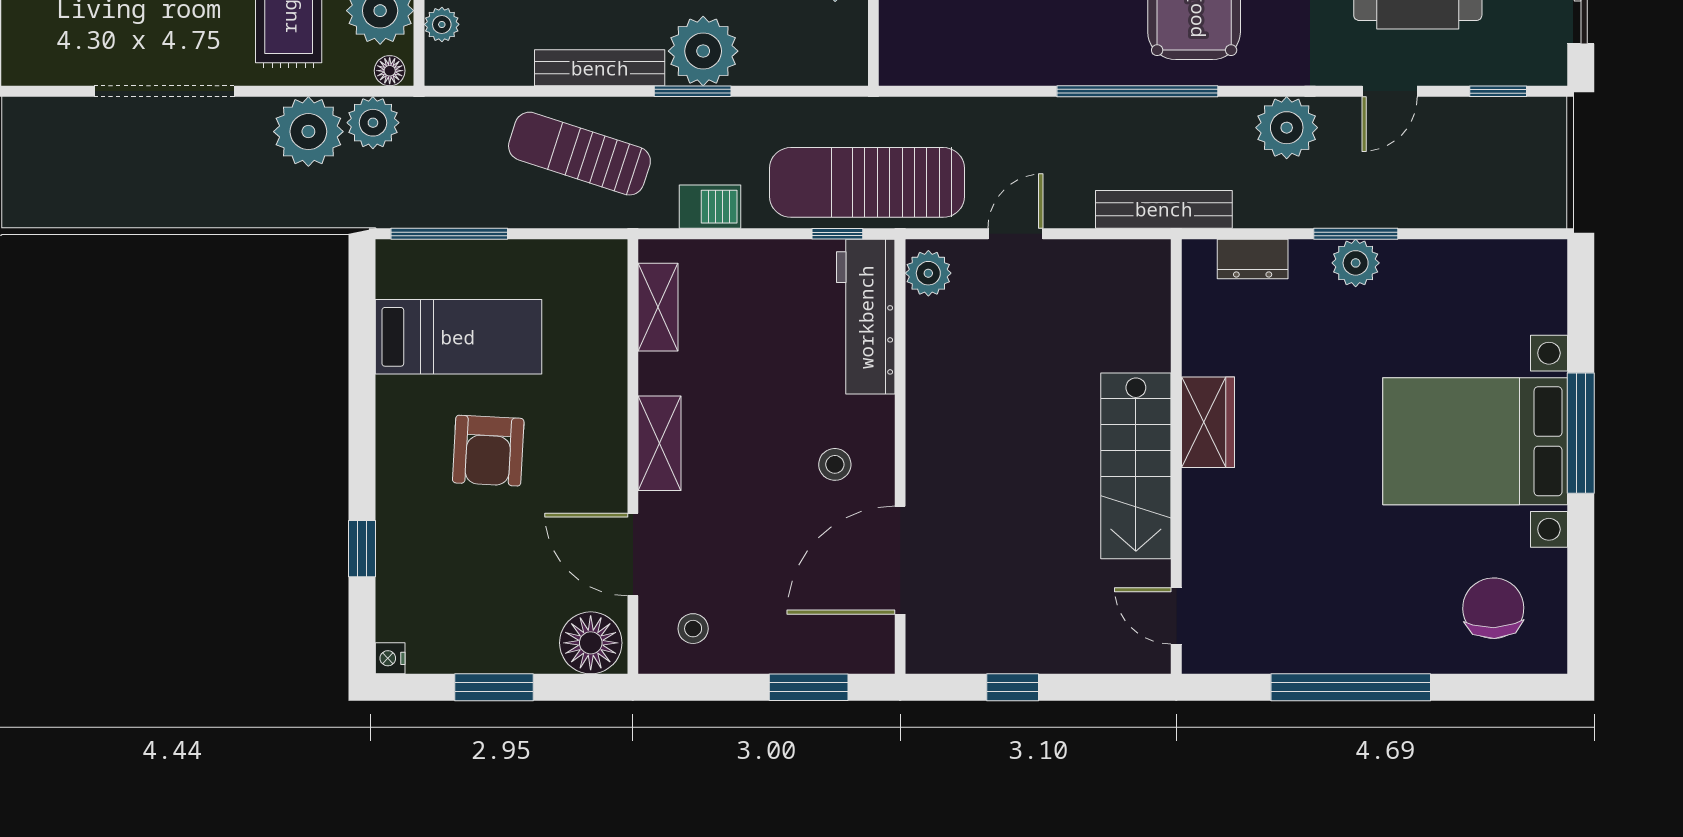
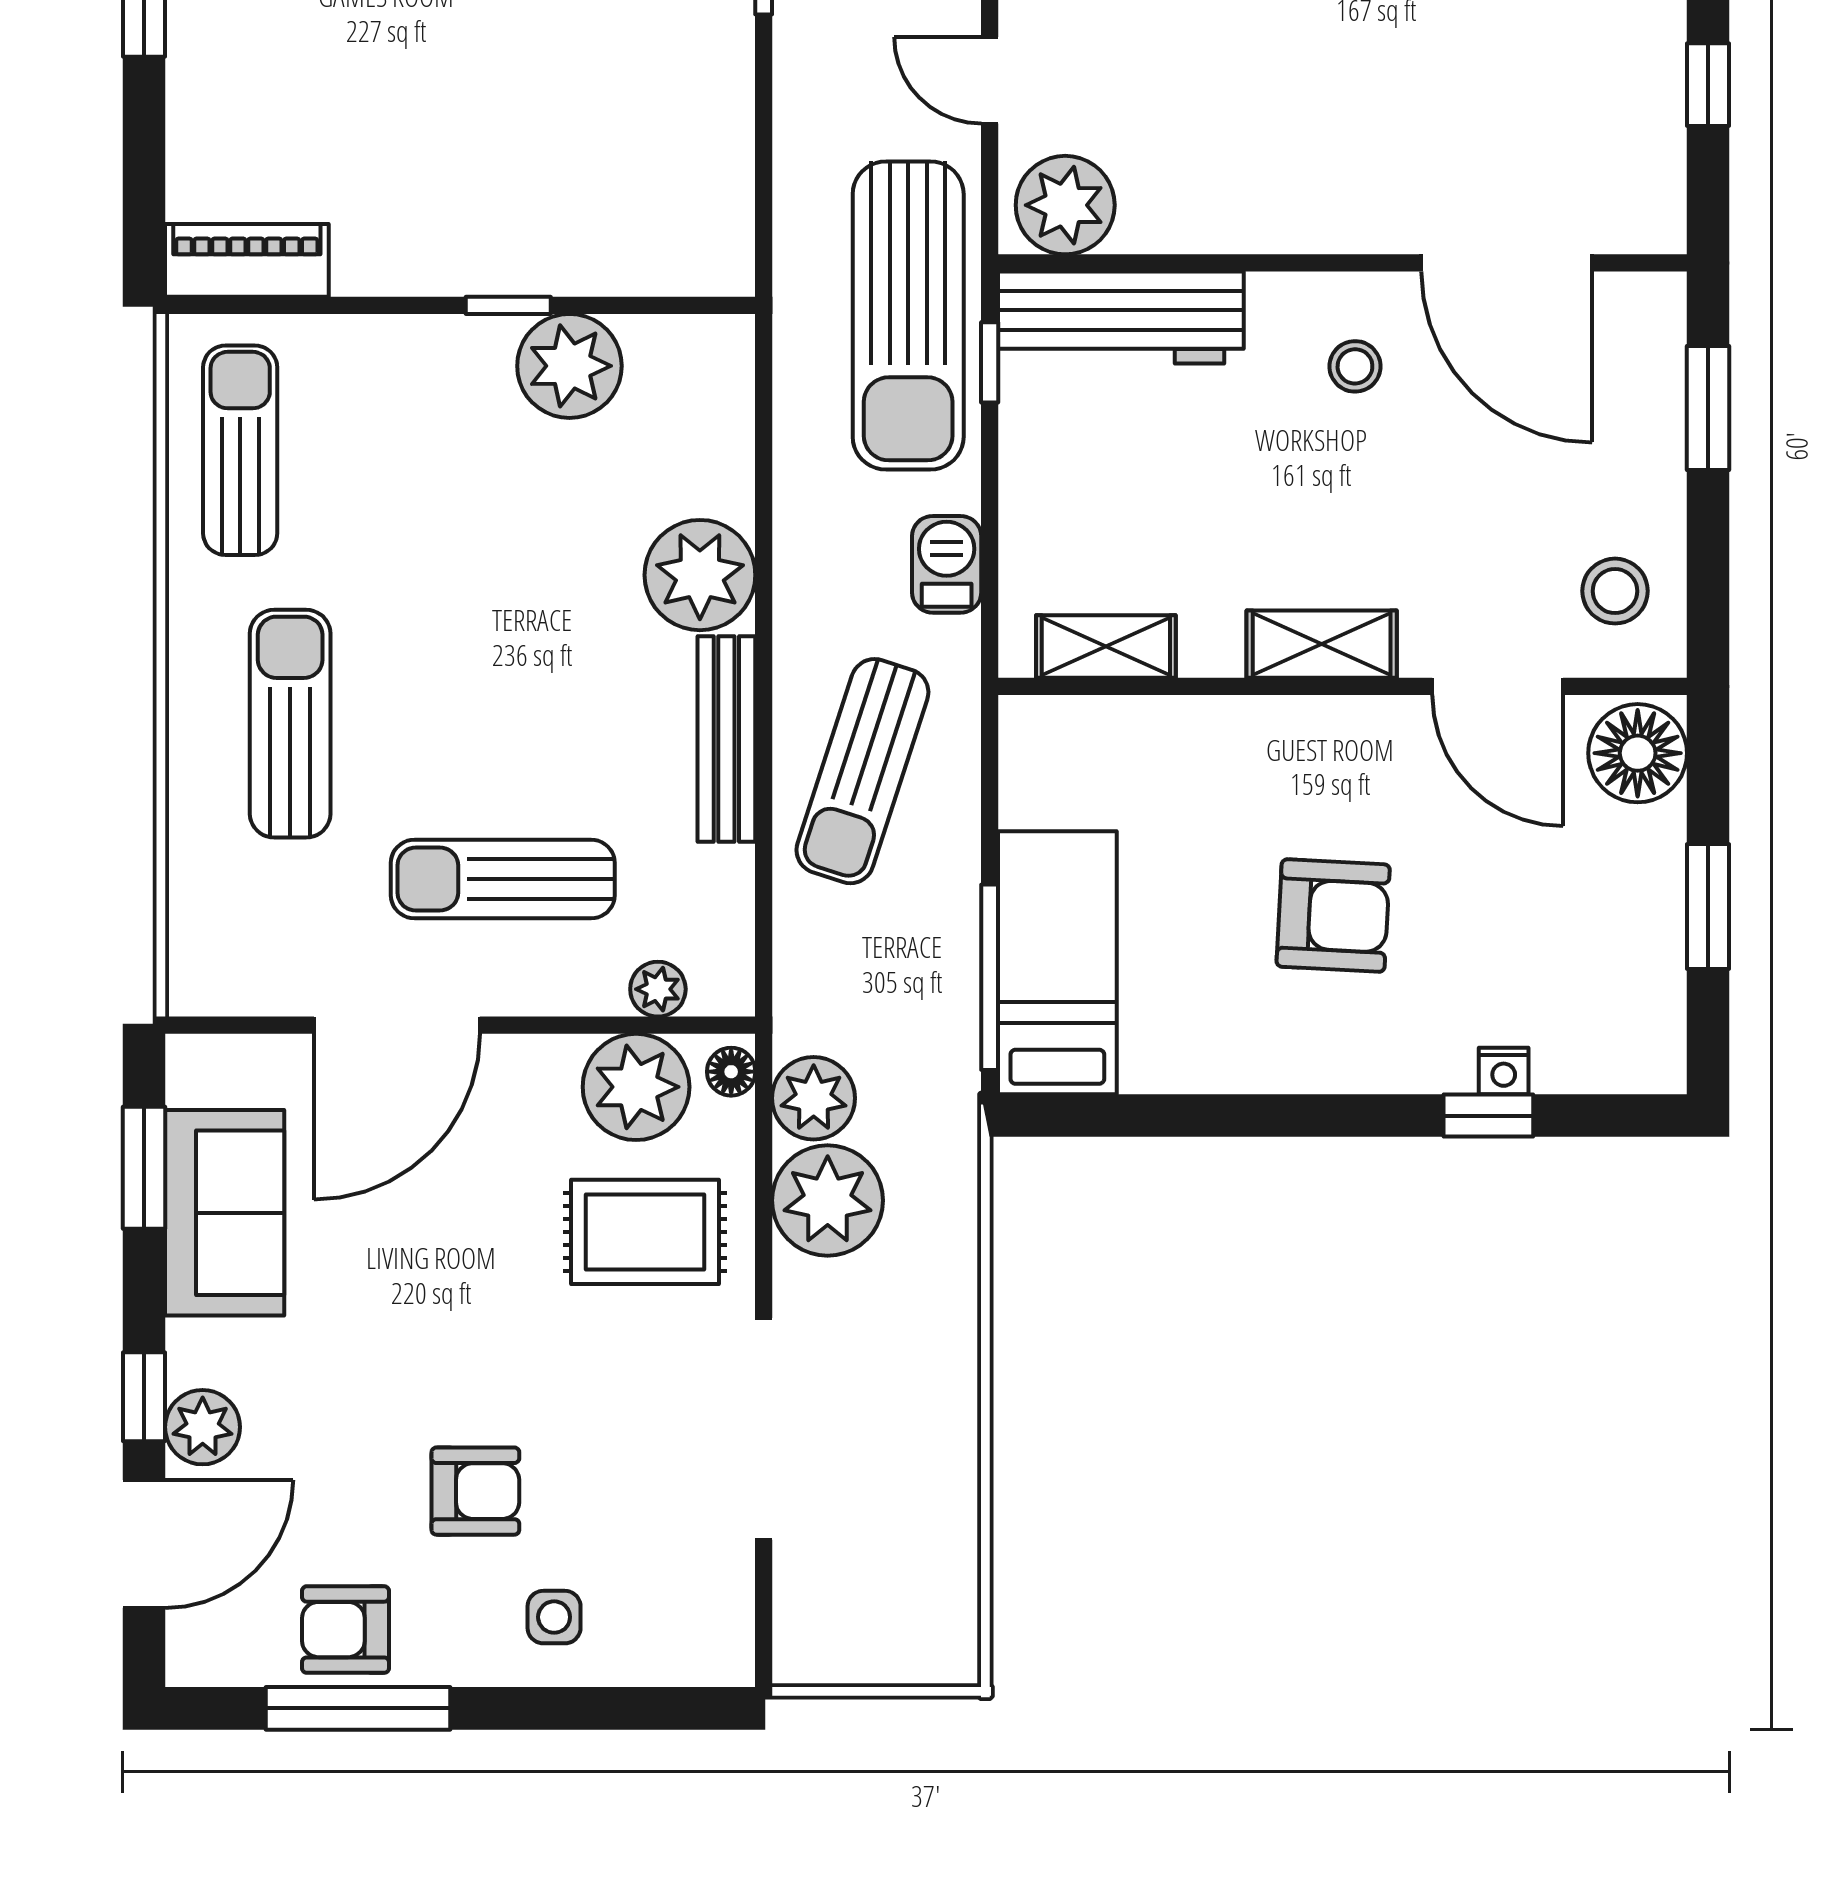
window: (693, 91) -> (764, 592), removed
plant: (928, 273) -> (1065, 205), width x1.36, depth x1.36
bed: (458, 337) -> (1057, 963), moved
door: (633, 554) -> (1498, 686), hinge flipped
stool: (693, 629) -> (1615, 591), width x1.37, depth x1.37
nightstand: (390, 658) -> (1504, 1071), moved

